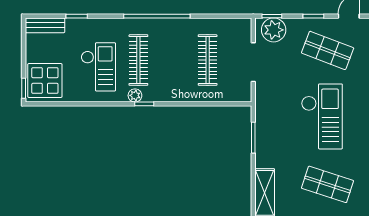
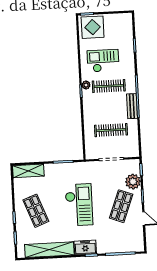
bench: (45, 25) -> (132, 106), moved
plant: (274, 30) -> (133, 182), moved
checkout: (98, 67) -> (103, 61), turned 180
checkout: (322, 116) -> (79, 205), turned -90
shop shelf: (328, 184) -> (36, 211), turned -39

